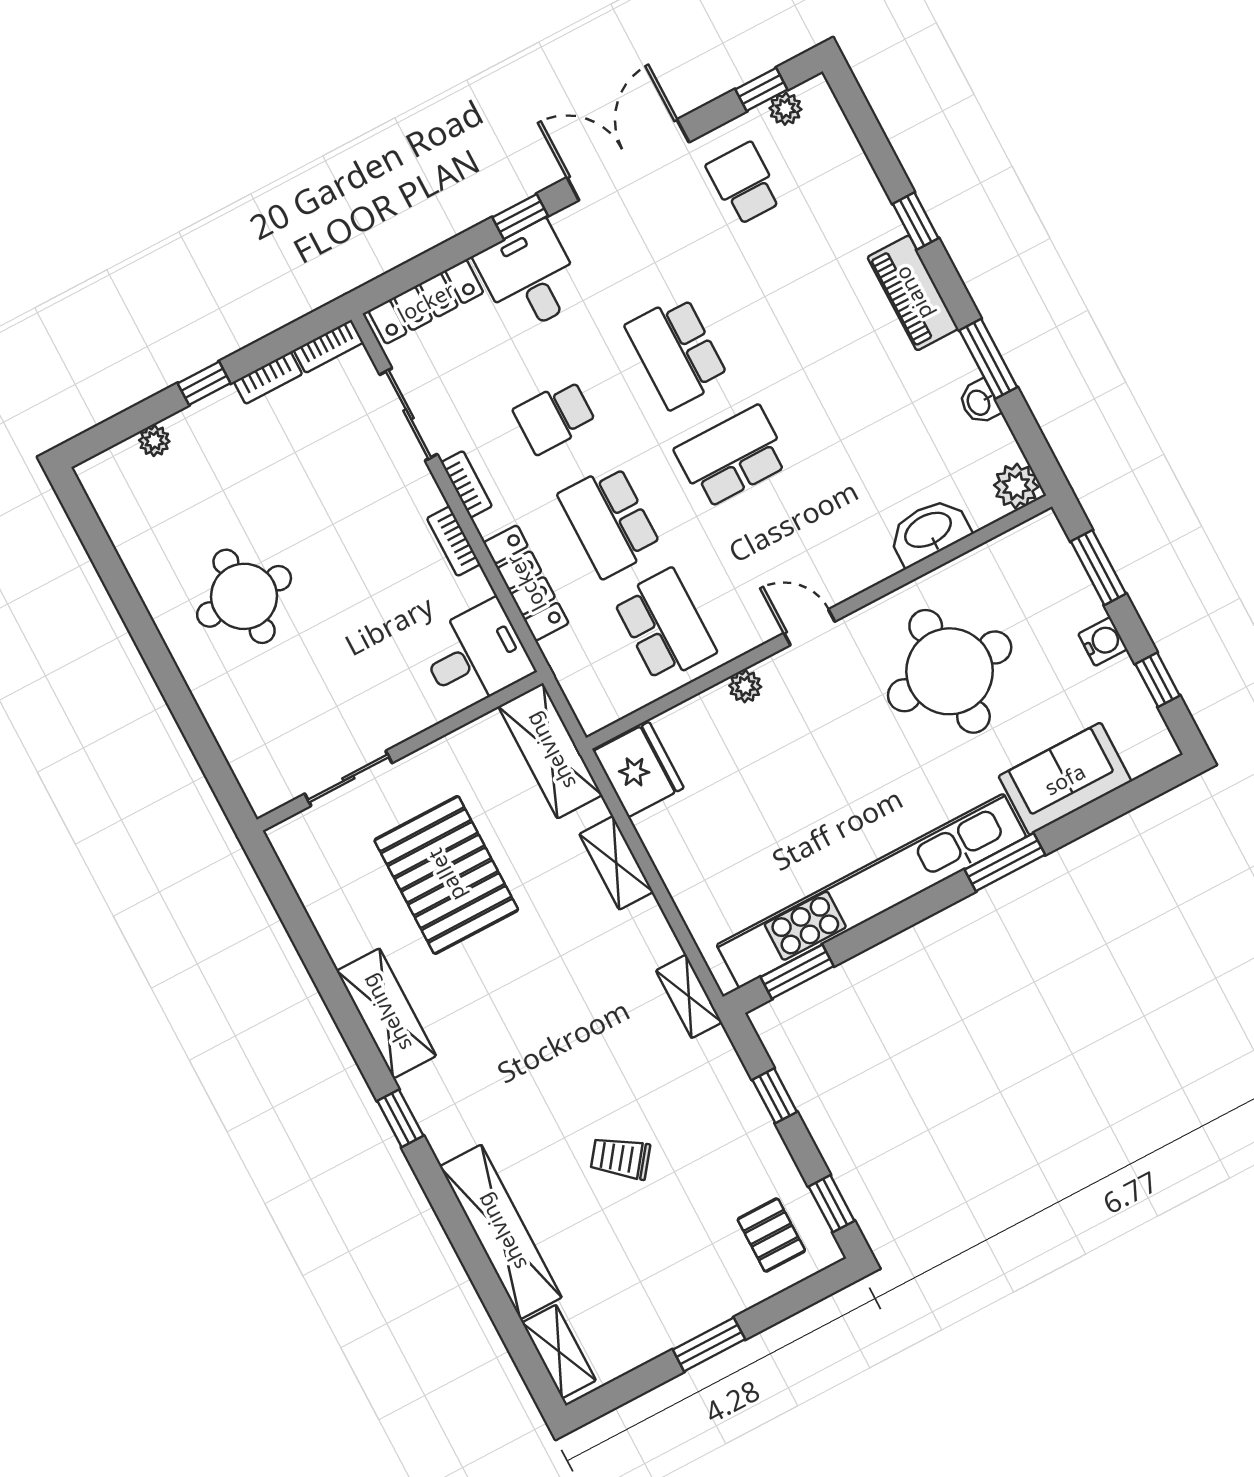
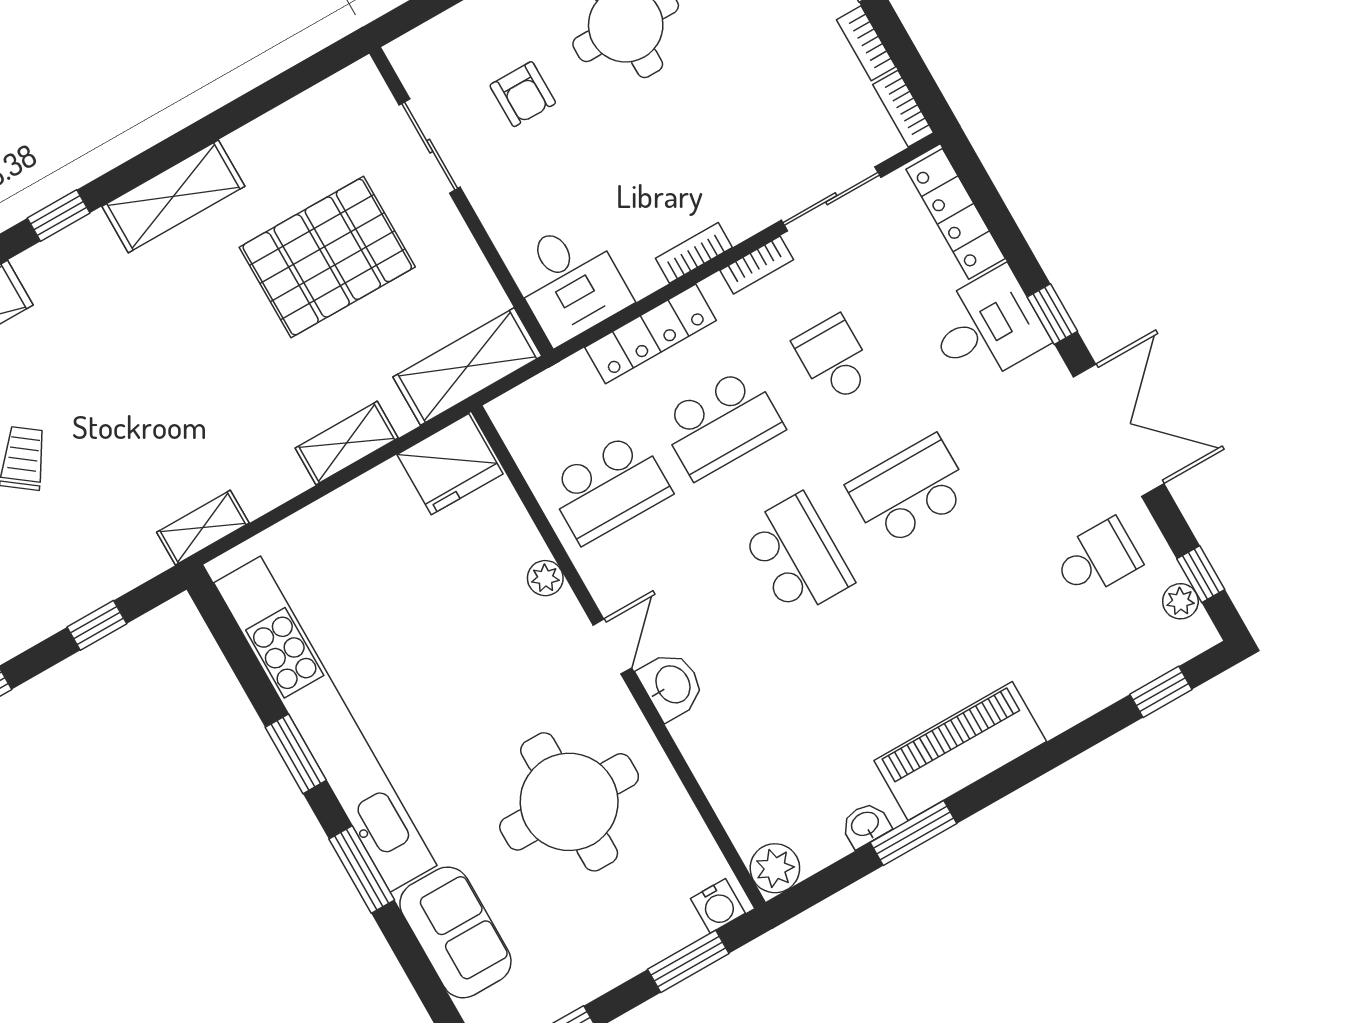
window: (916, 221) -> (1161, 692), moved
piano: (913, 293) -> (960, 751), width x1.37, depth x1.33
school desk: (610, 521) -> (721, 423), turned 180
washbasin: (929, 531) -> (672, 685), moved, width x0.72
water cooler: (1103, 642) -> (718, 906), moved
armchair: (304, 692) -> (523, 94), added
window: (797, 972) -> (296, 754), moved

